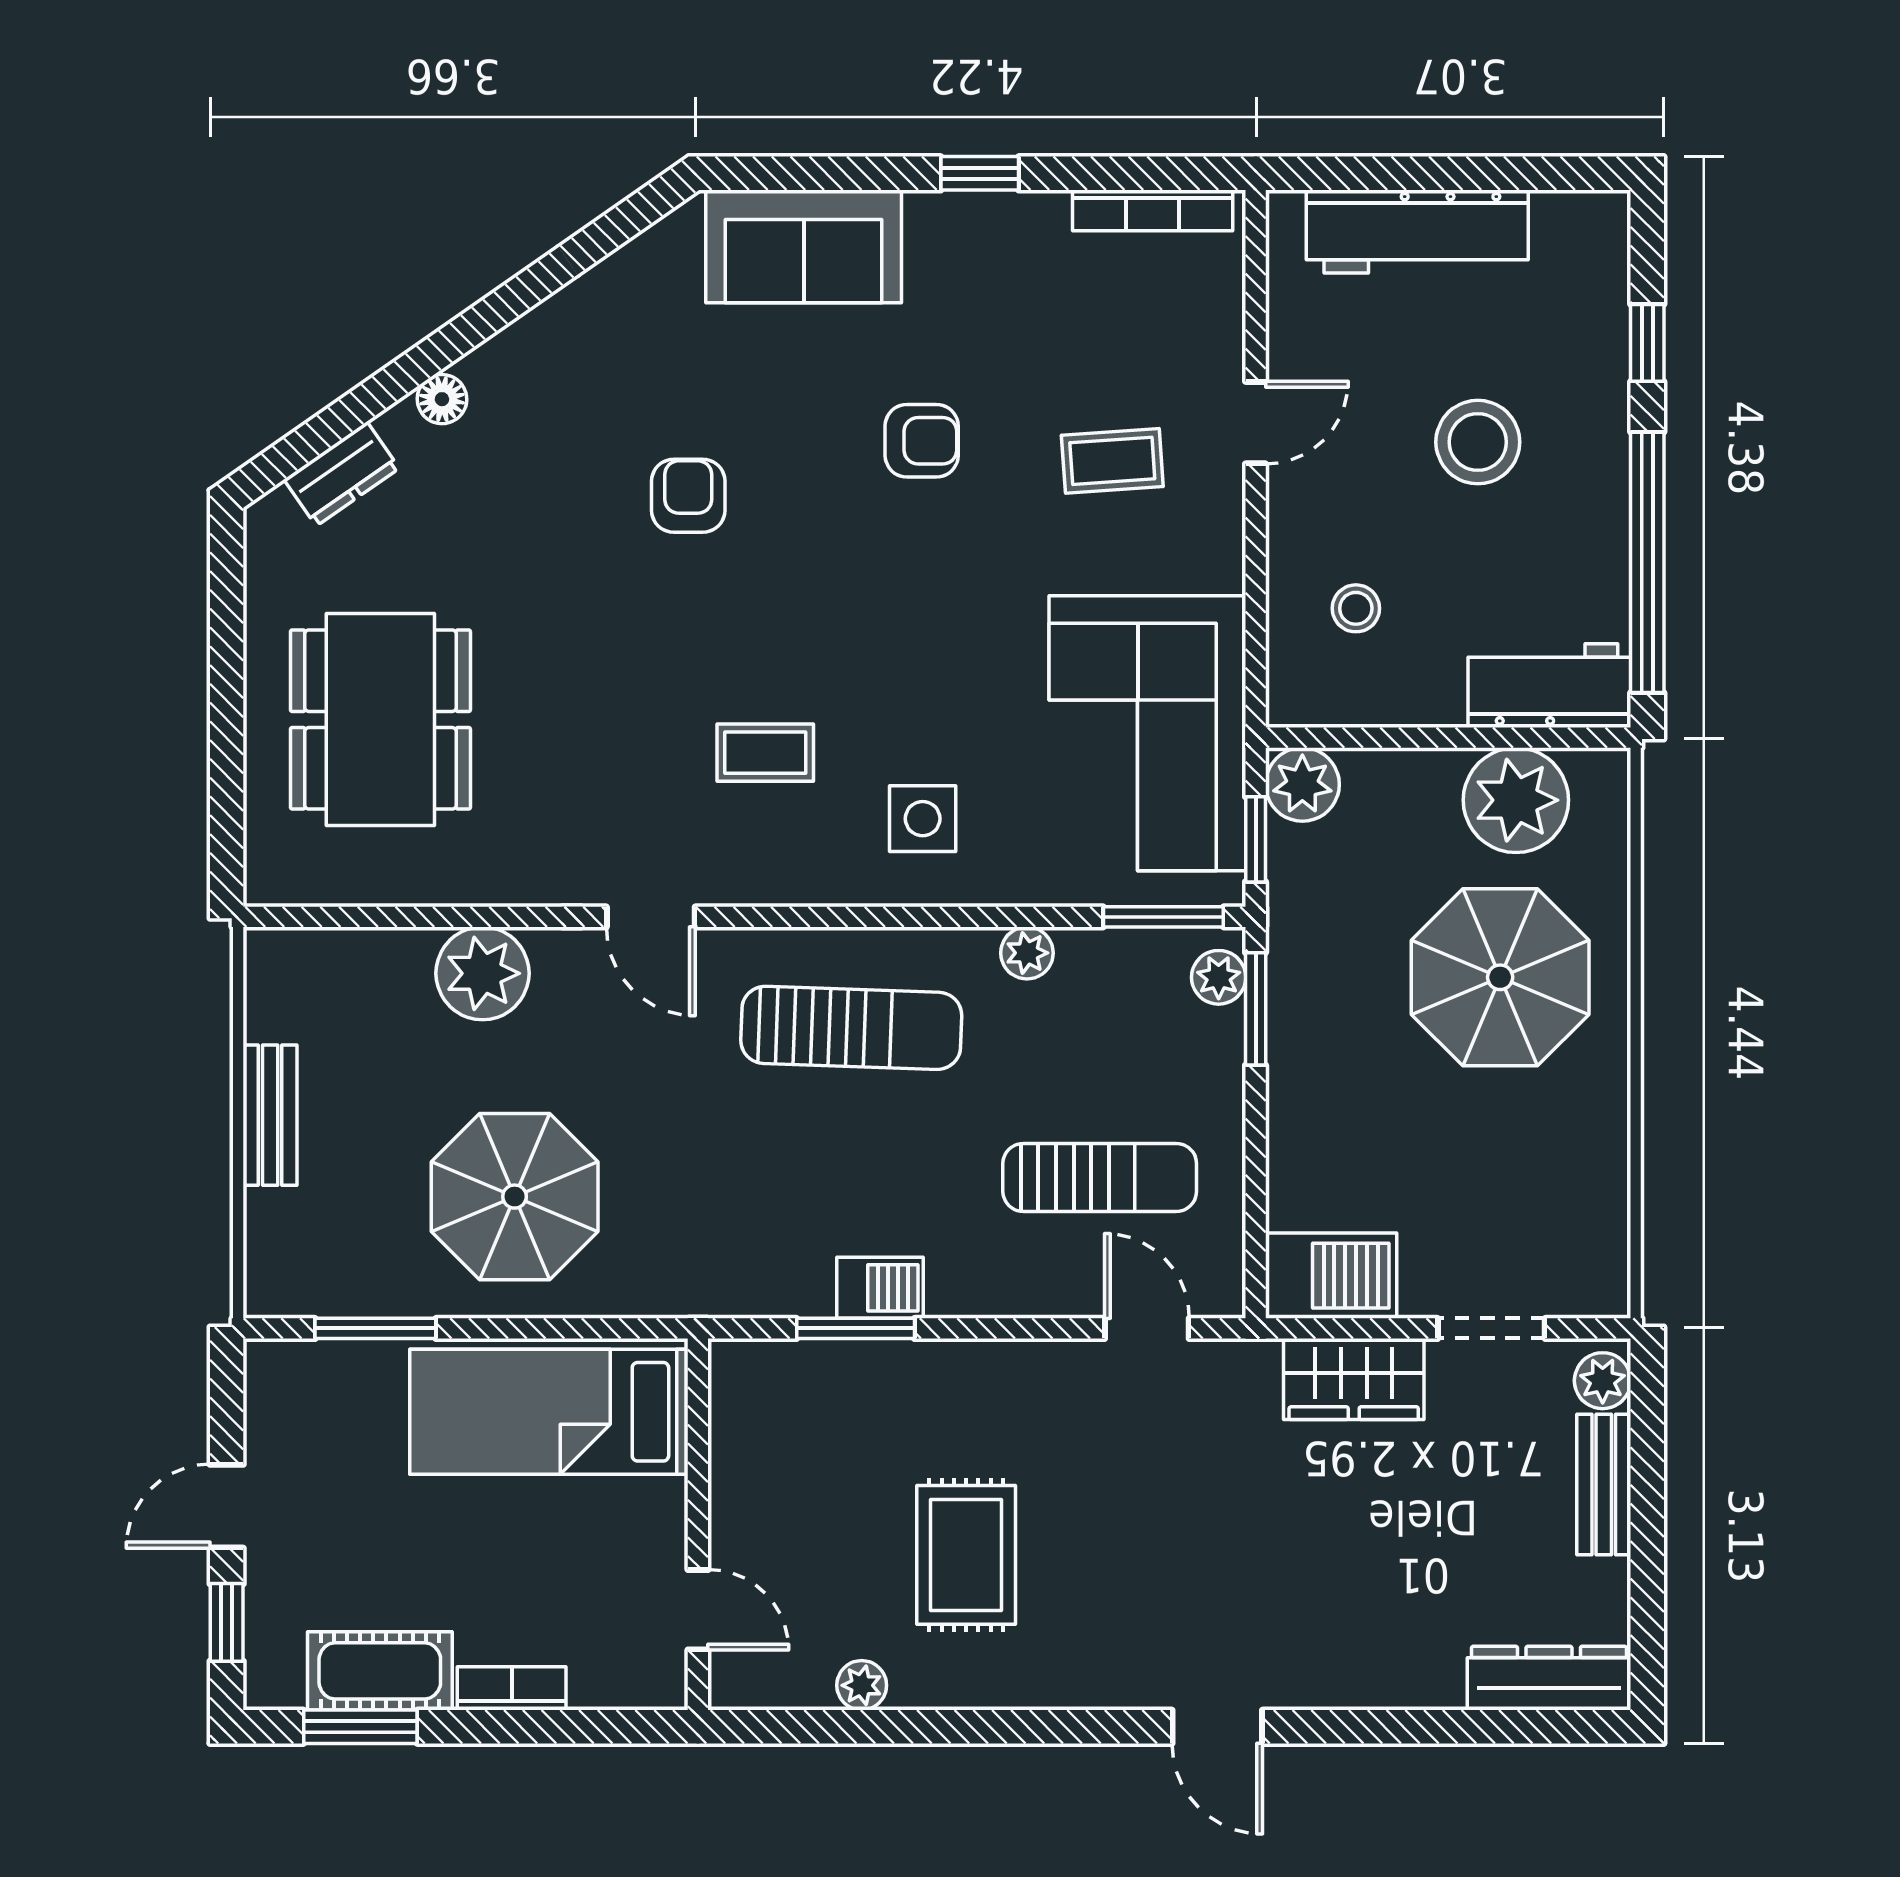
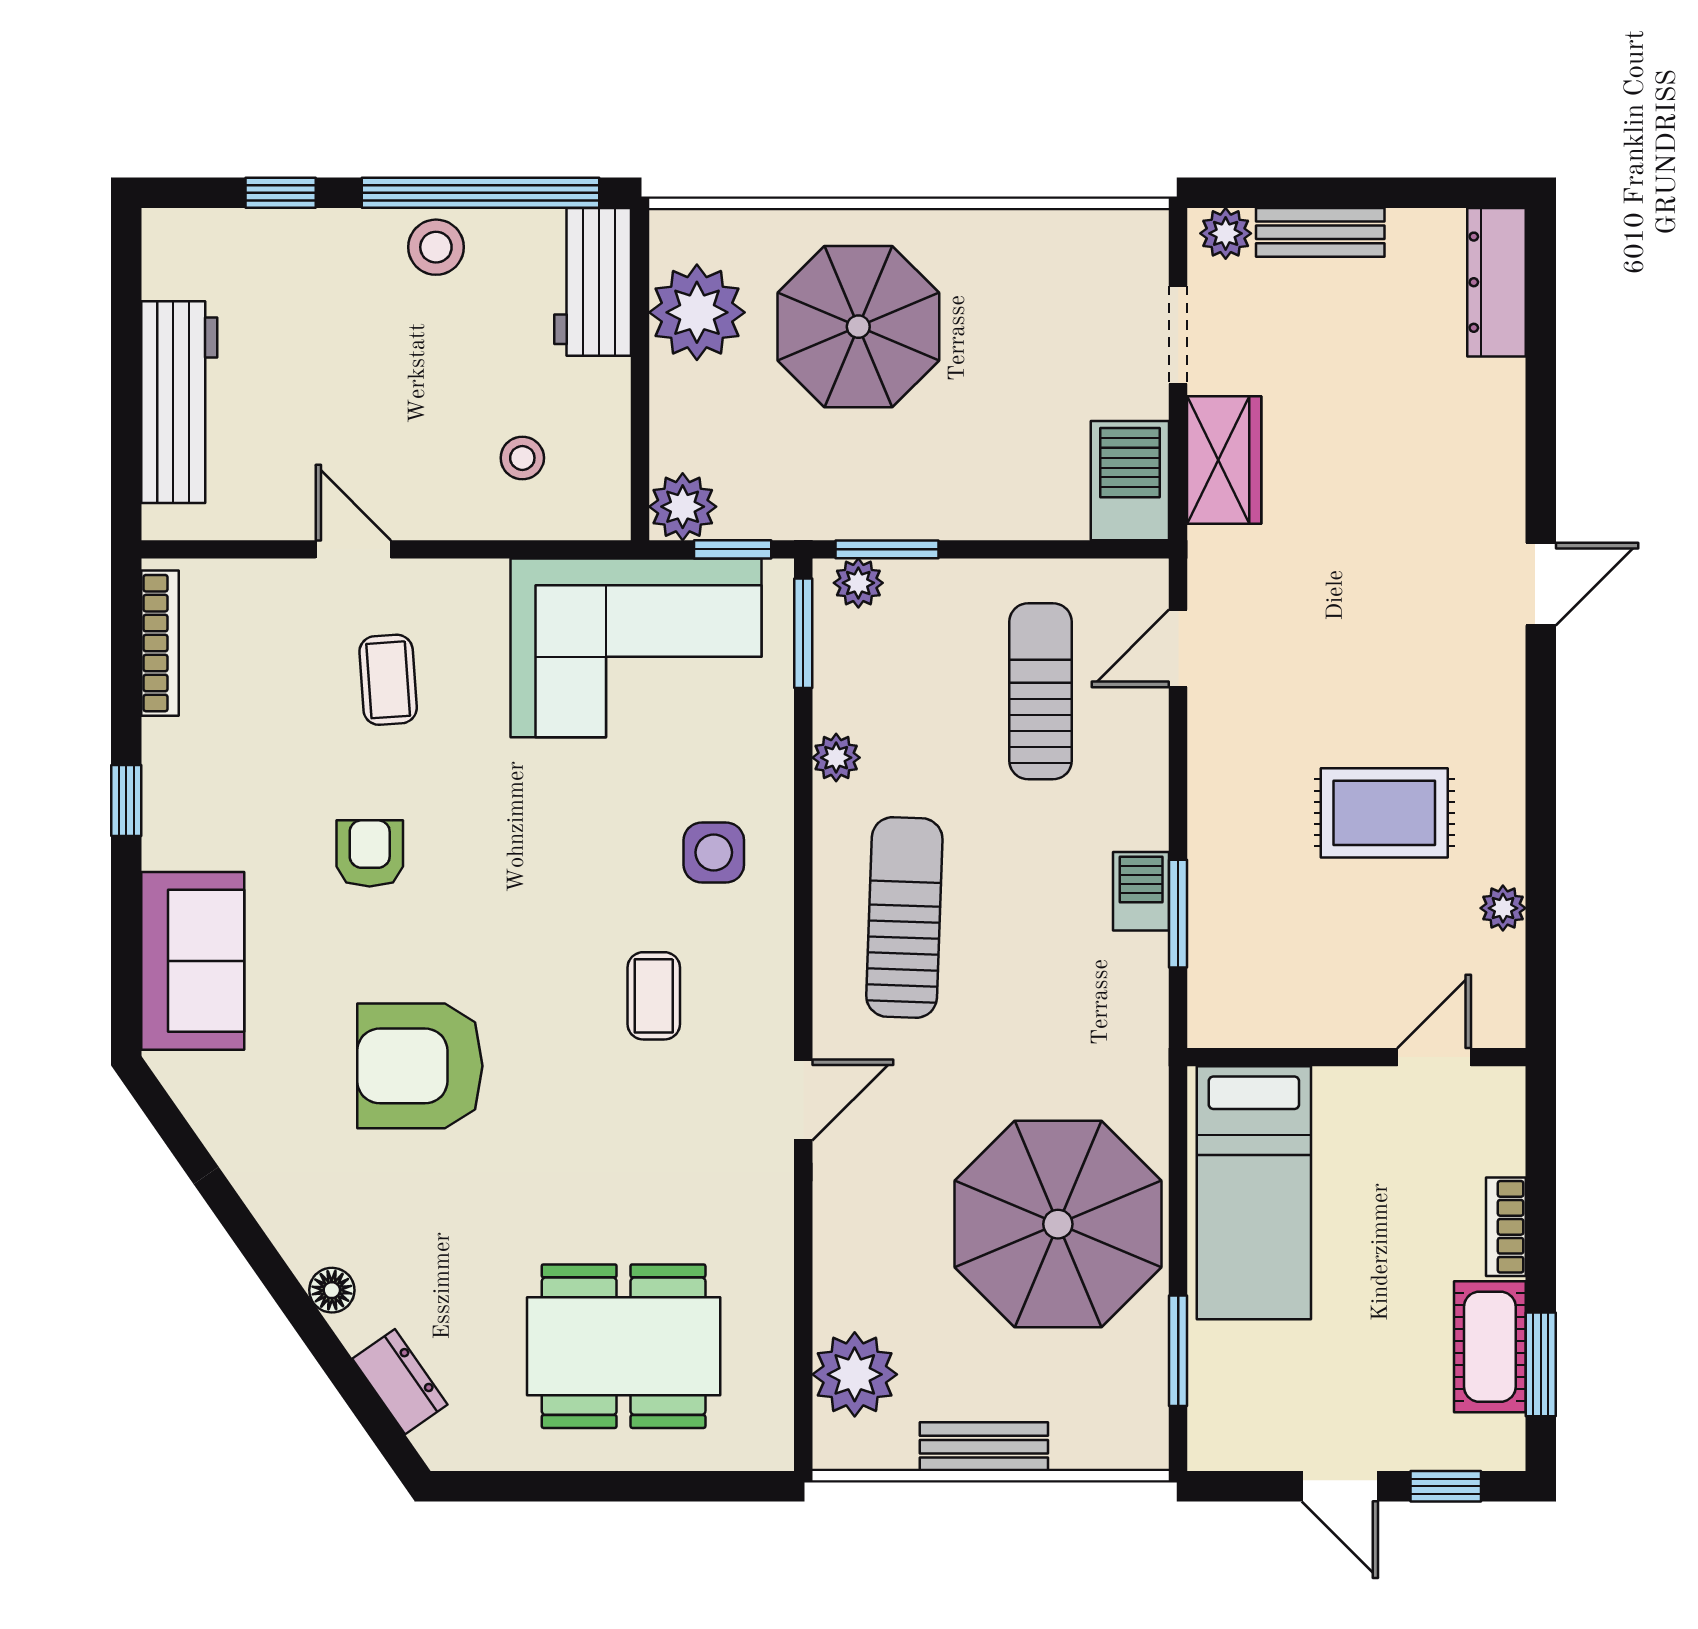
stool: (1478, 442) -> (436, 247), moved, width x0.73, depth x0.73
armchair: (688, 496) -> (420, 1066), width x1.88, depth x1.88
plant: (483, 973) -> (855, 1374), moved
parasol: (515, 1197) -> (1058, 1224), width x1.36, depth x1.36

